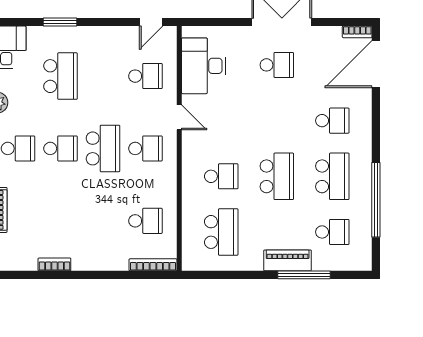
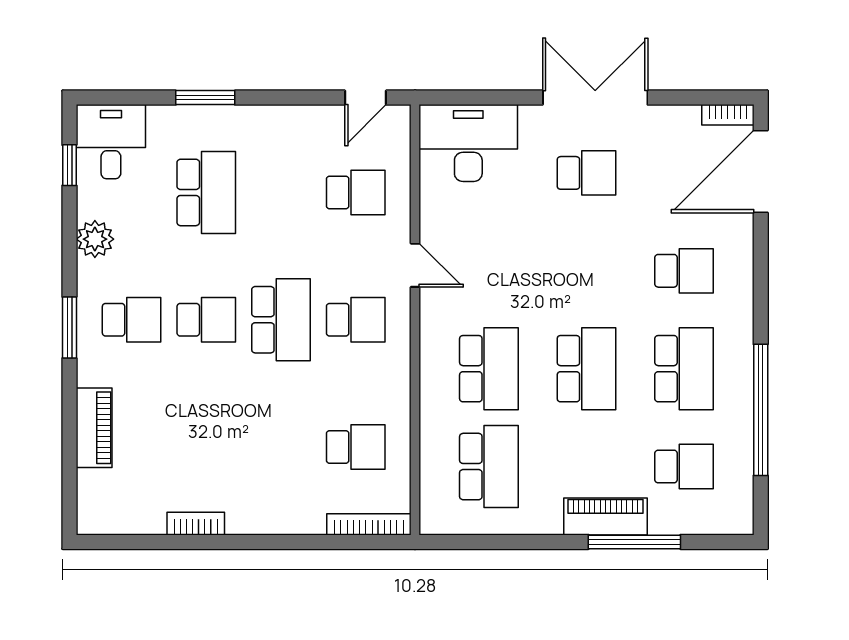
desk: (204, 66) -> (468, 143), moved, turned 90
school desk: (221, 176) -> (489, 369), width x1.85

